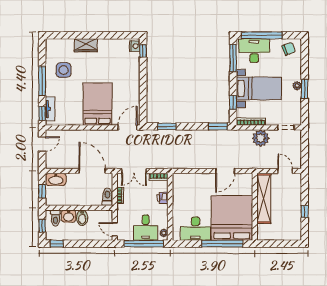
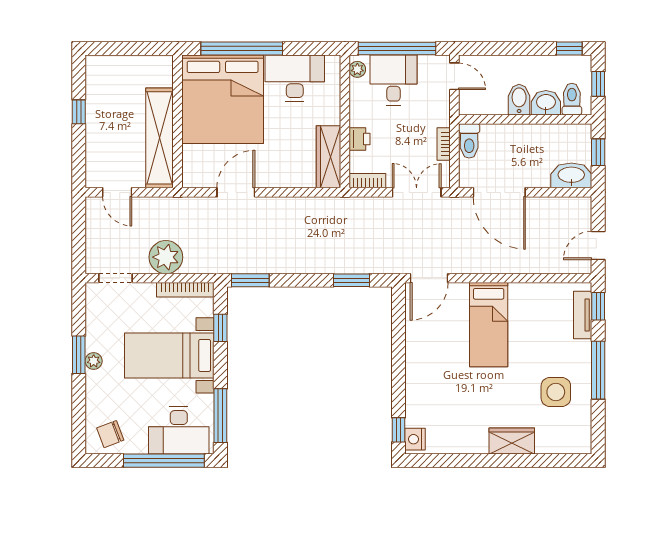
bed: (98, 104) -> (489, 325), width x0.67
wardrobe: (178, 189) -> (329, 157), added

